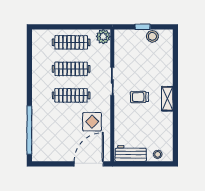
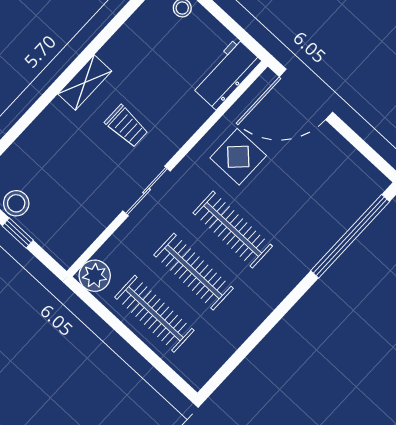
workbench: (131, 153) -> (226, 74), moved, turned 90

